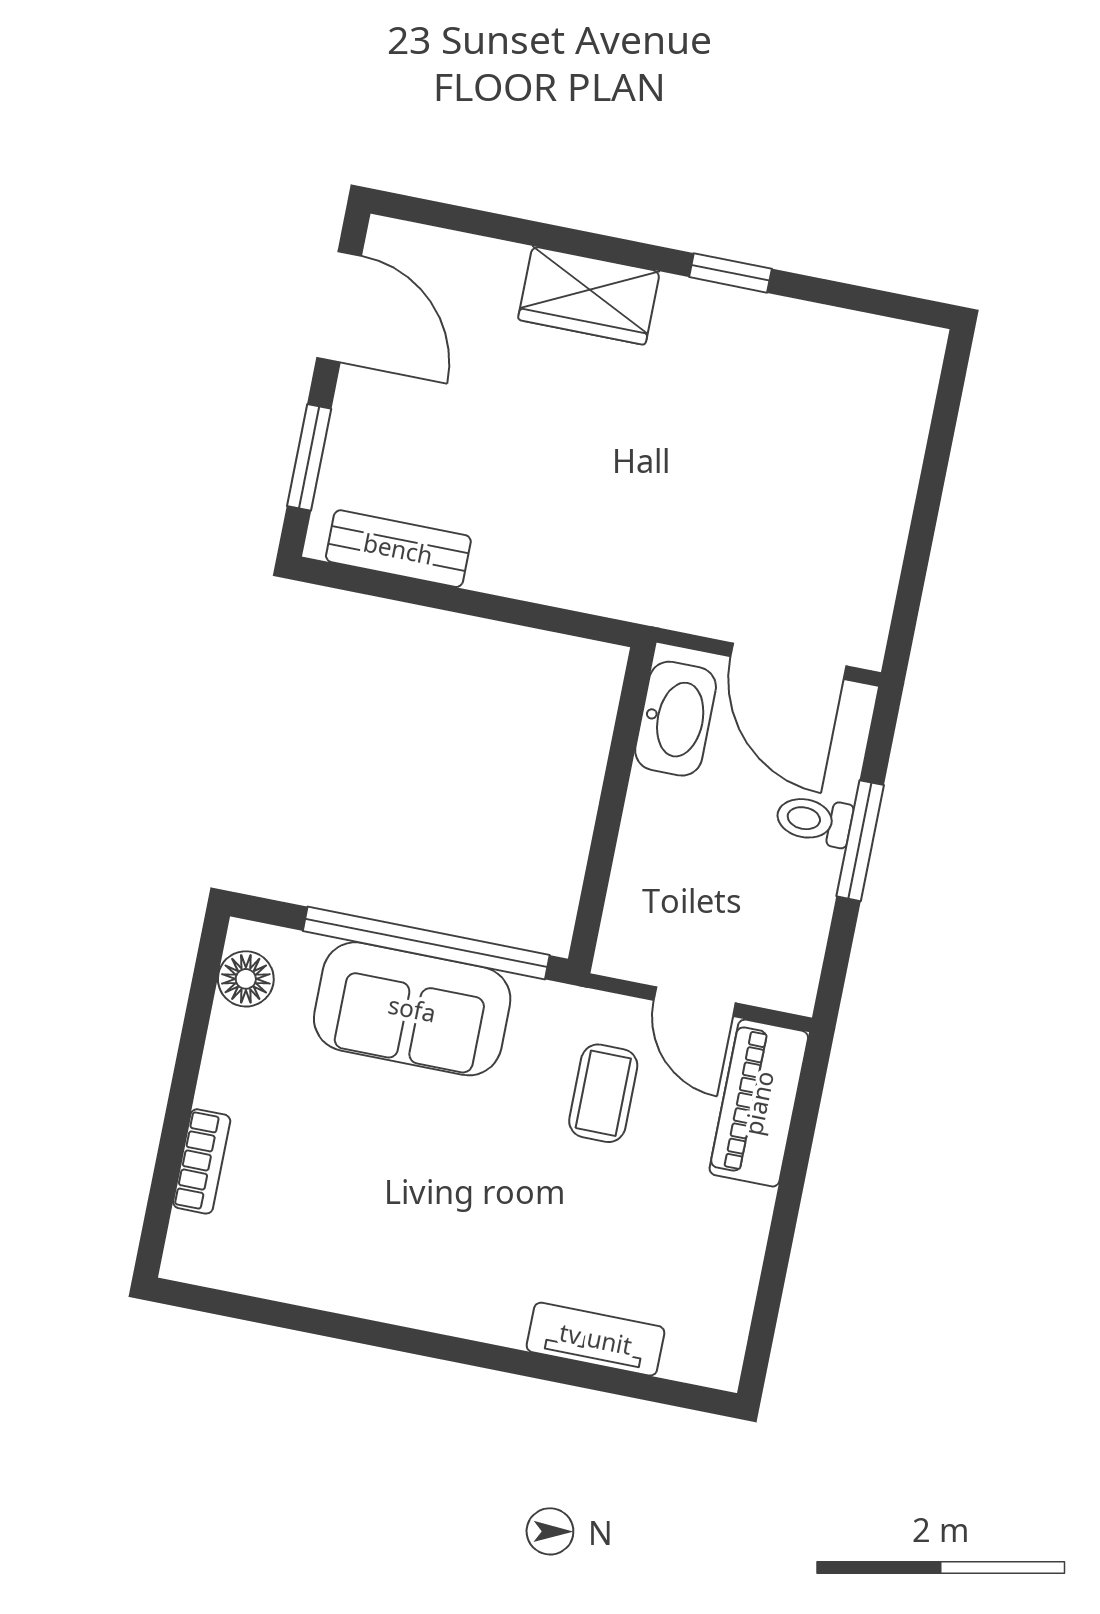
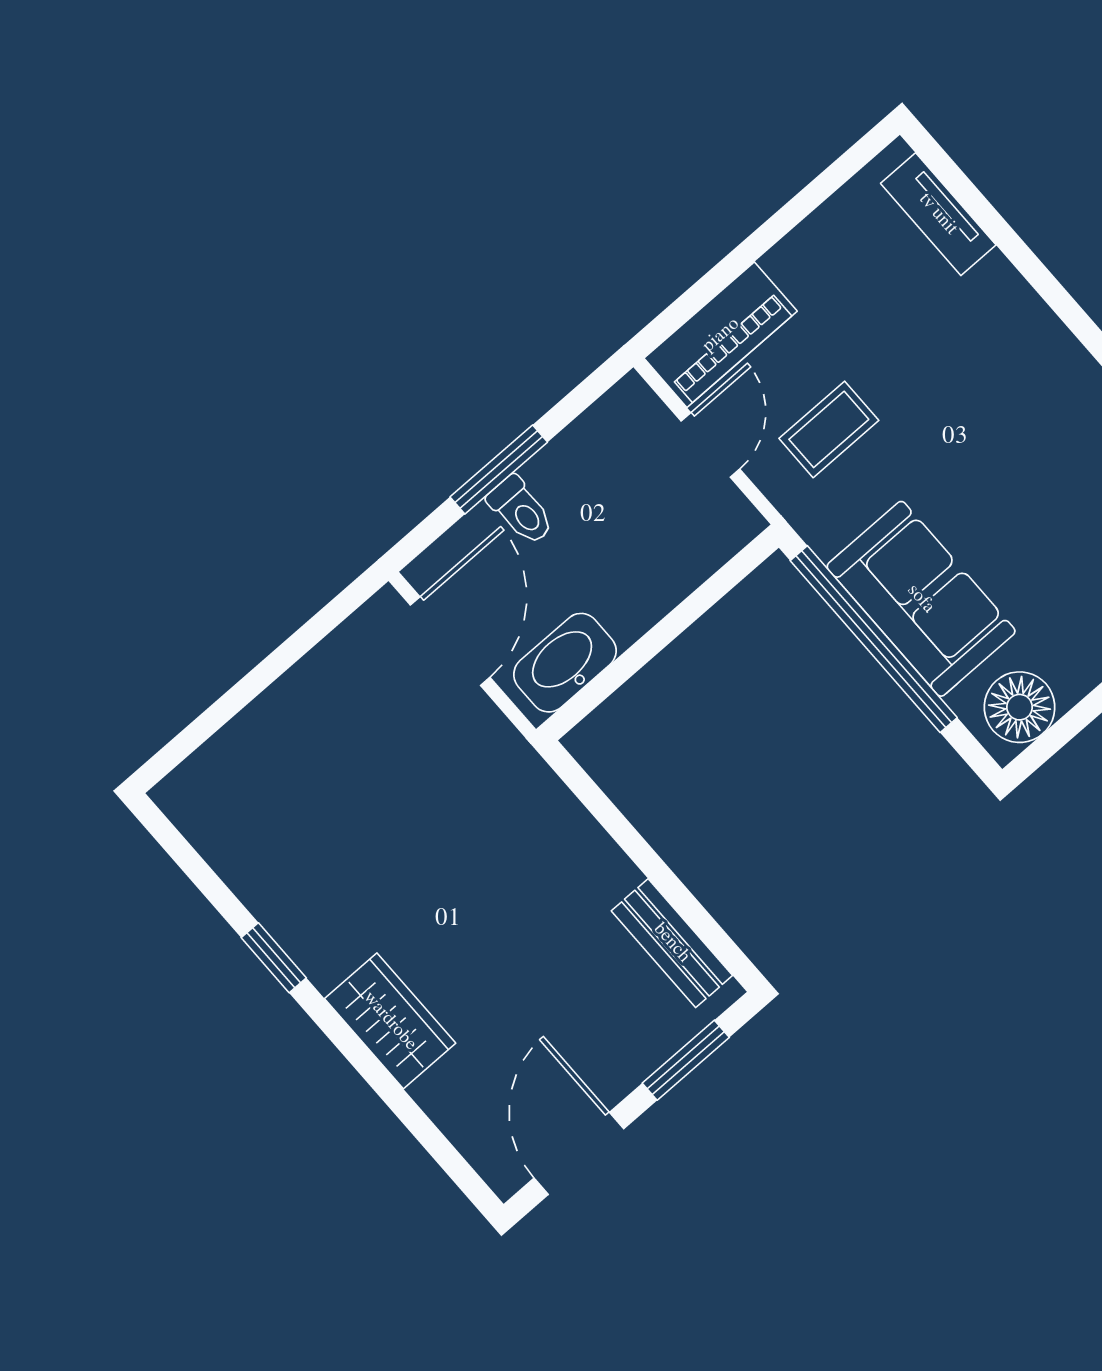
floor lamp: (246, 979) -> (1020, 707), width x1.38, depth x1.38
tv unit: (596, 1339) -> (938, 214), moved

